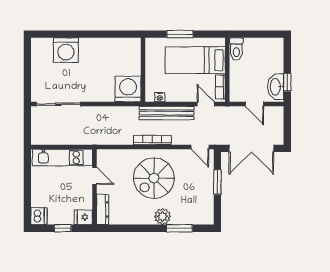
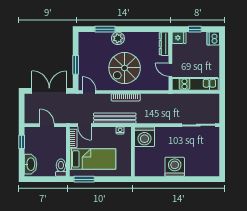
window: (180, 34) -> (84, 179), moved
washing machine: (66, 50) -> (175, 167), moved
washbasin: (276, 87) -> (30, 164), moved
spiral stairs: (154, 178) -> (125, 68), turned 180

